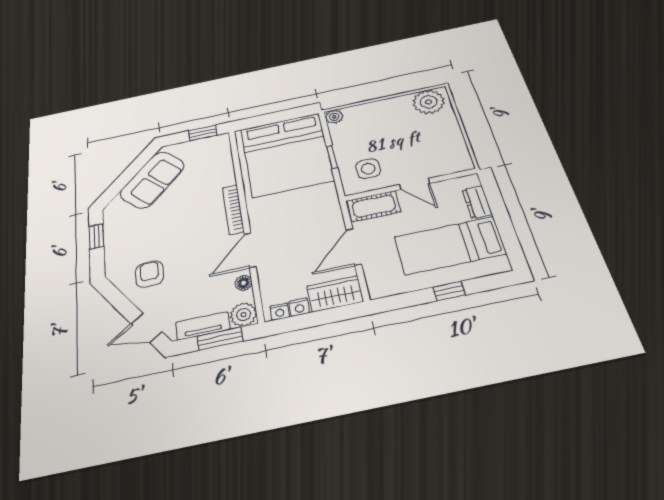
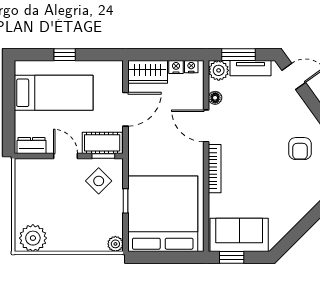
side table: (368, 169) -> (99, 181), turned 45
sofa: (152, 180) -> (239, 235), moved, turned 45
window: (369, 194) -> (103, 156), added
dresser: (477, 202) -> (31, 146), moved, turned -90
door: (250, 250) -> (206, 126), swing flipped
armchair: (150, 274) -> (300, 149), moved

